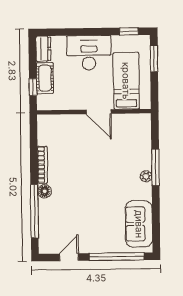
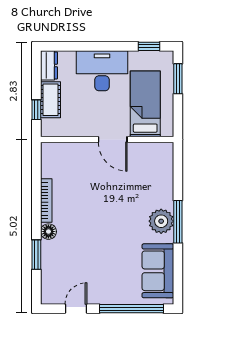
window: (155, 167) -> (178, 222), moved
plant: (146, 176) -> (161, 221), width x1.87, depth x1.87
window: (34, 211) -> (36, 255), width x0.47

